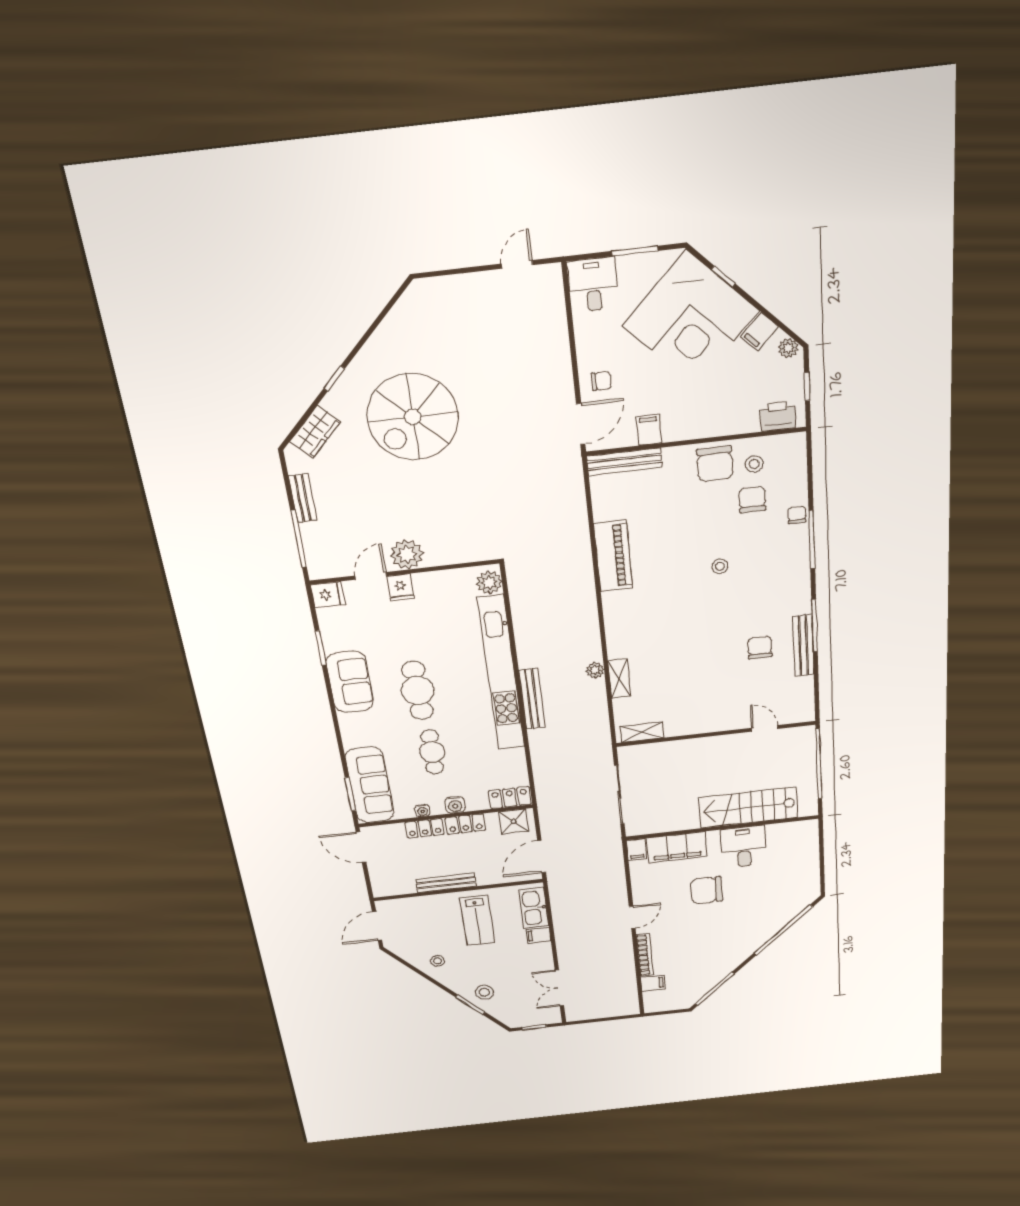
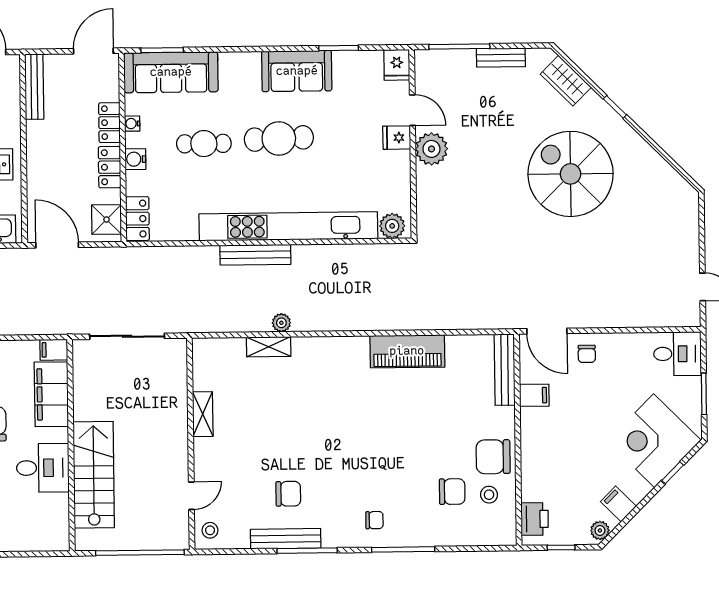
corner desk: (691, 319) -> (654, 441), width x0.74, depth x0.74
chair: (797, 515) -> (374, 520), moved
stool: (720, 566) -> (210, 530), moved
shelving: (642, 732) -> (203, 414), moved
bench: (446, 883) -> (34, 87), moved

